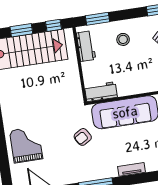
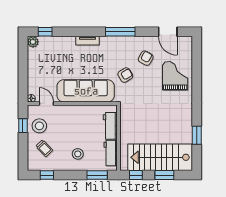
workbench: (101, 92) -> (110, 126), moved, turned 90
grand piano: (26, 145) -> (175, 76), turned 180
armchair: (63, 160) -> (146, 58), added

